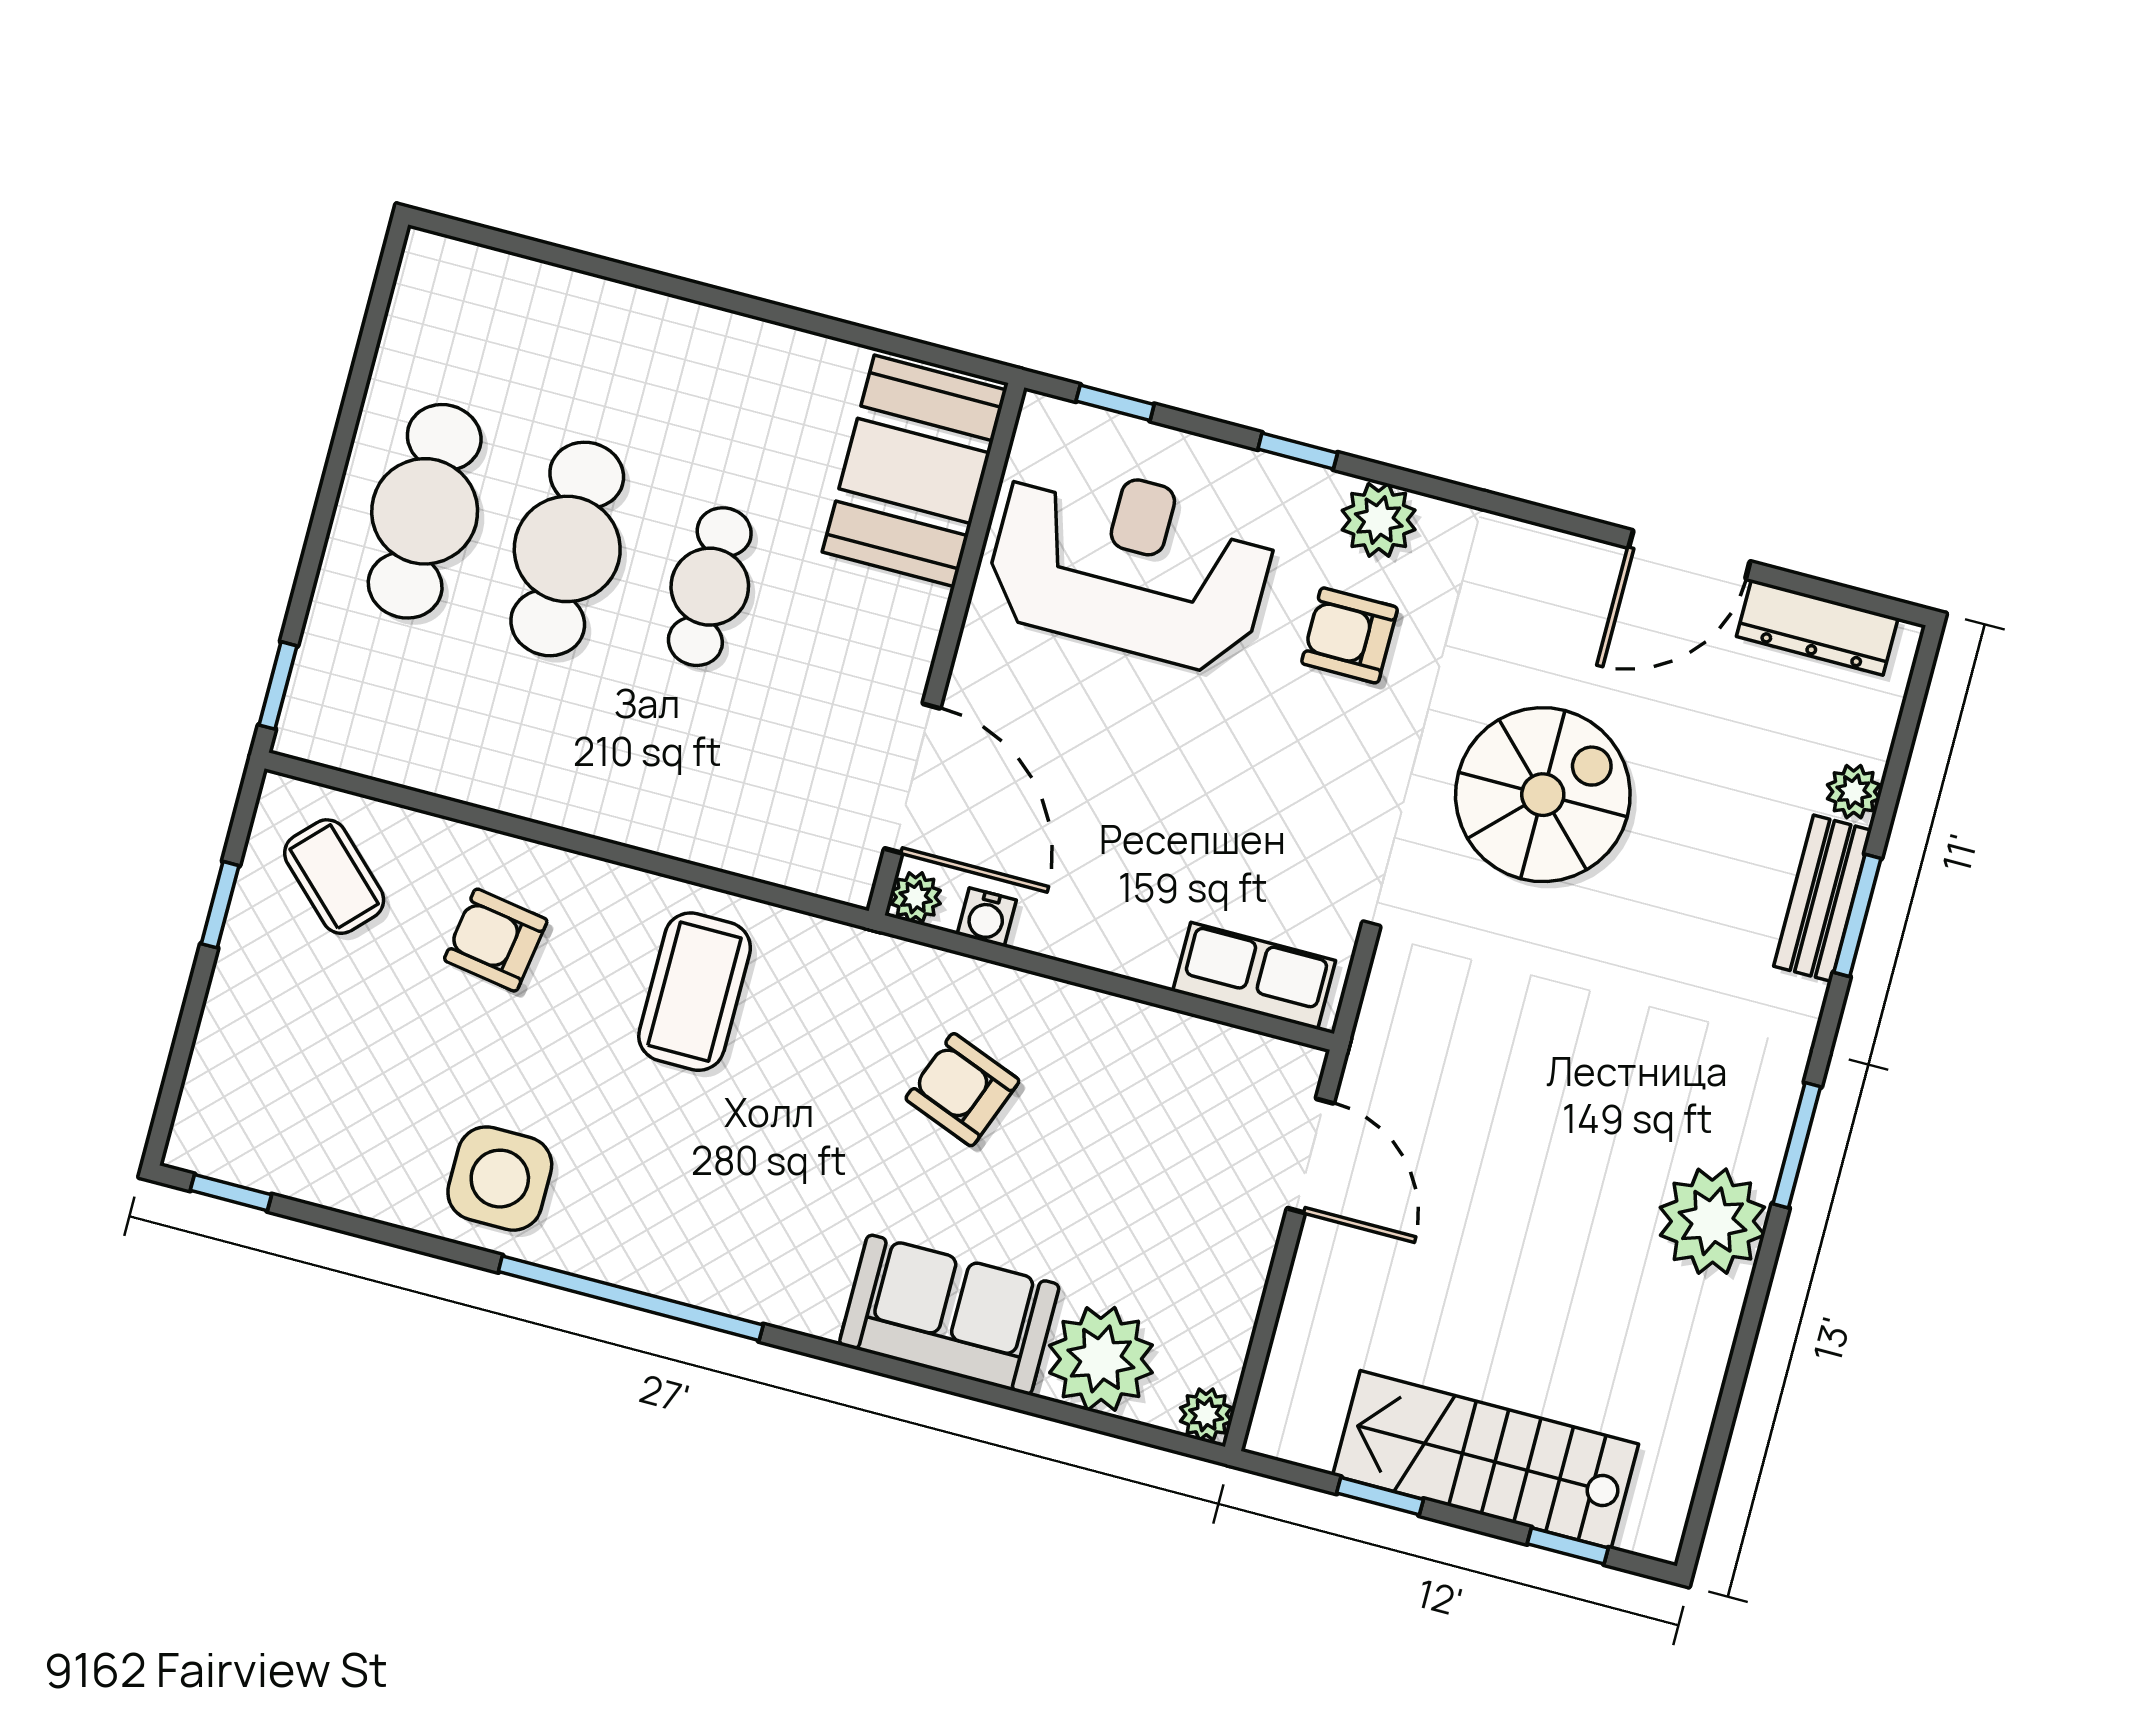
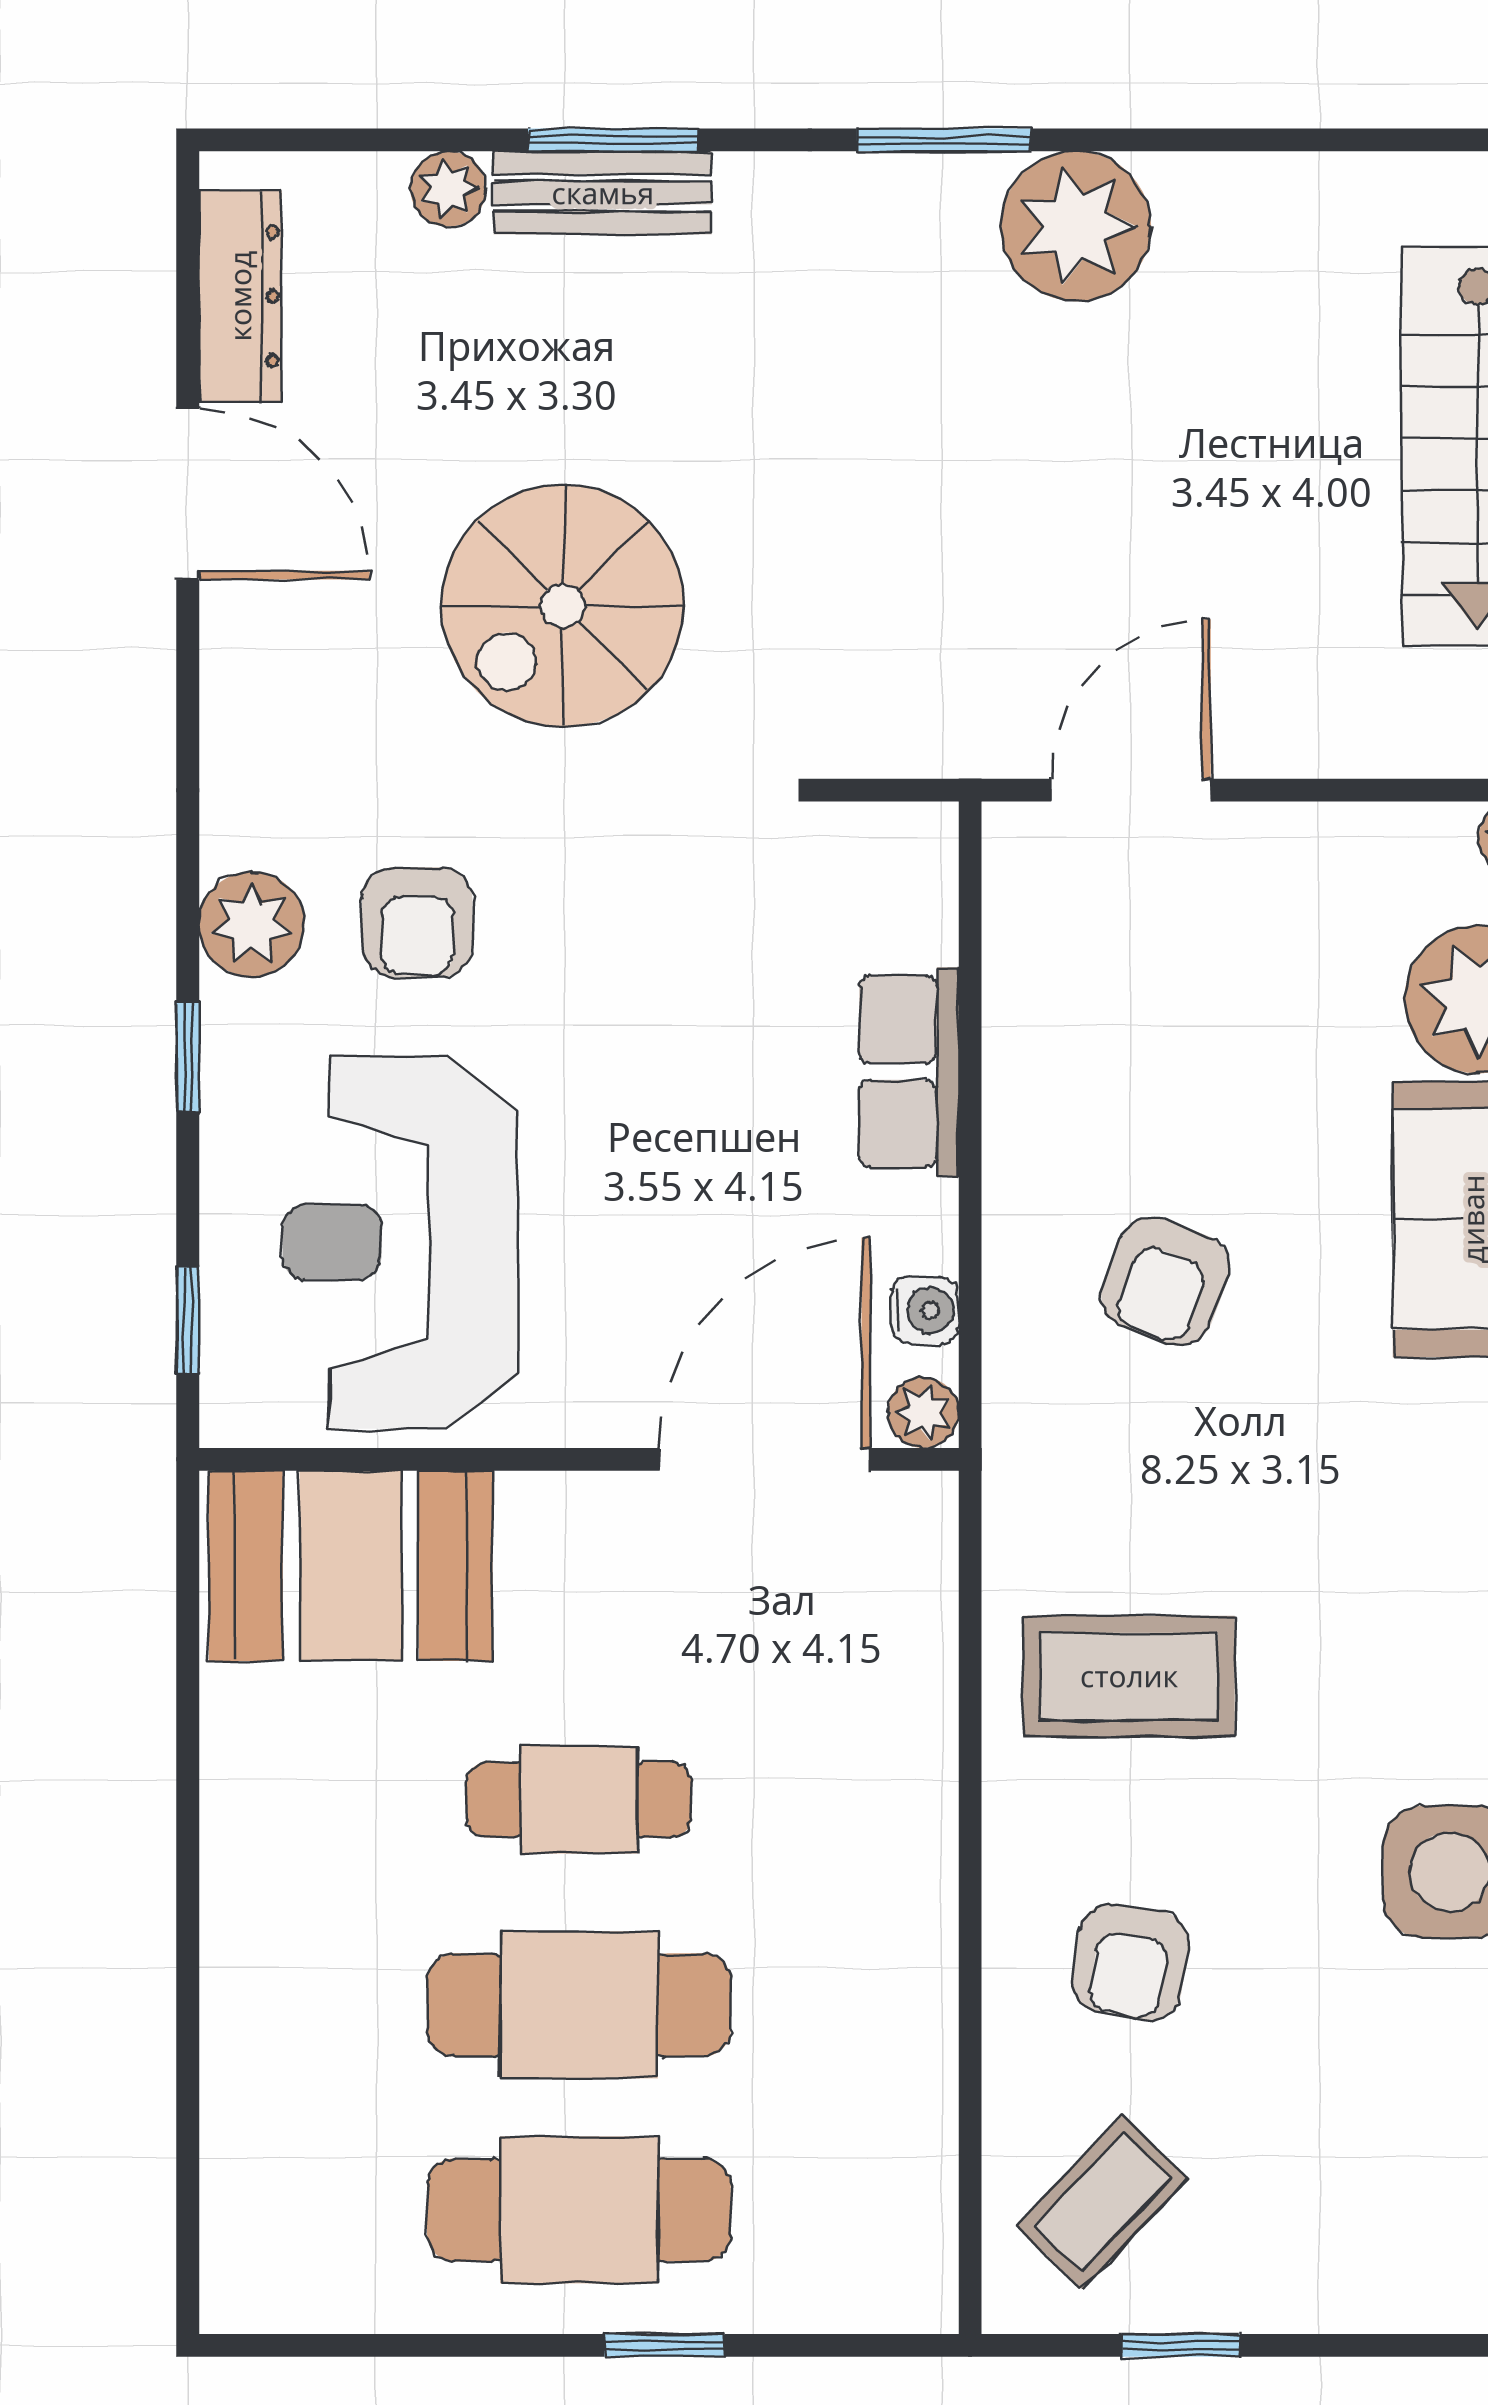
window: (278, 685) -> (664, 2345), moved
spiral stairs: (1543, 795) -> (563, 606), turned -90
row of seats: (1254, 976) -> (909, 1072), moved

